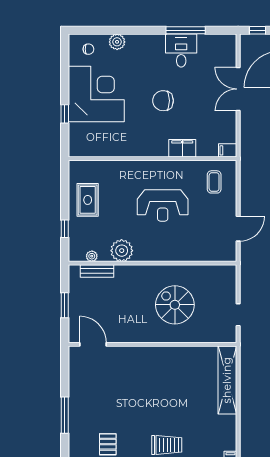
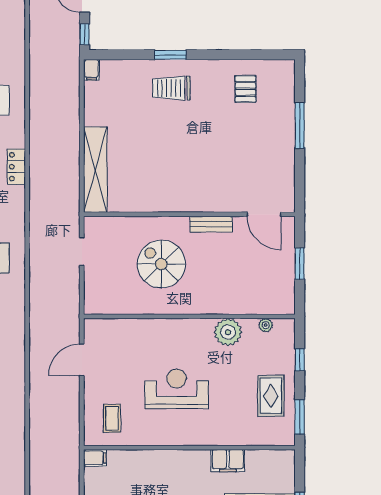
filing cabinet: (182, 148) -> (228, 461), moved
window: (65, 183) -> (300, 417), added
bench: (97, 271) -> (211, 224), moved
spiral stairs: (175, 305) -> (161, 264), turned 180

